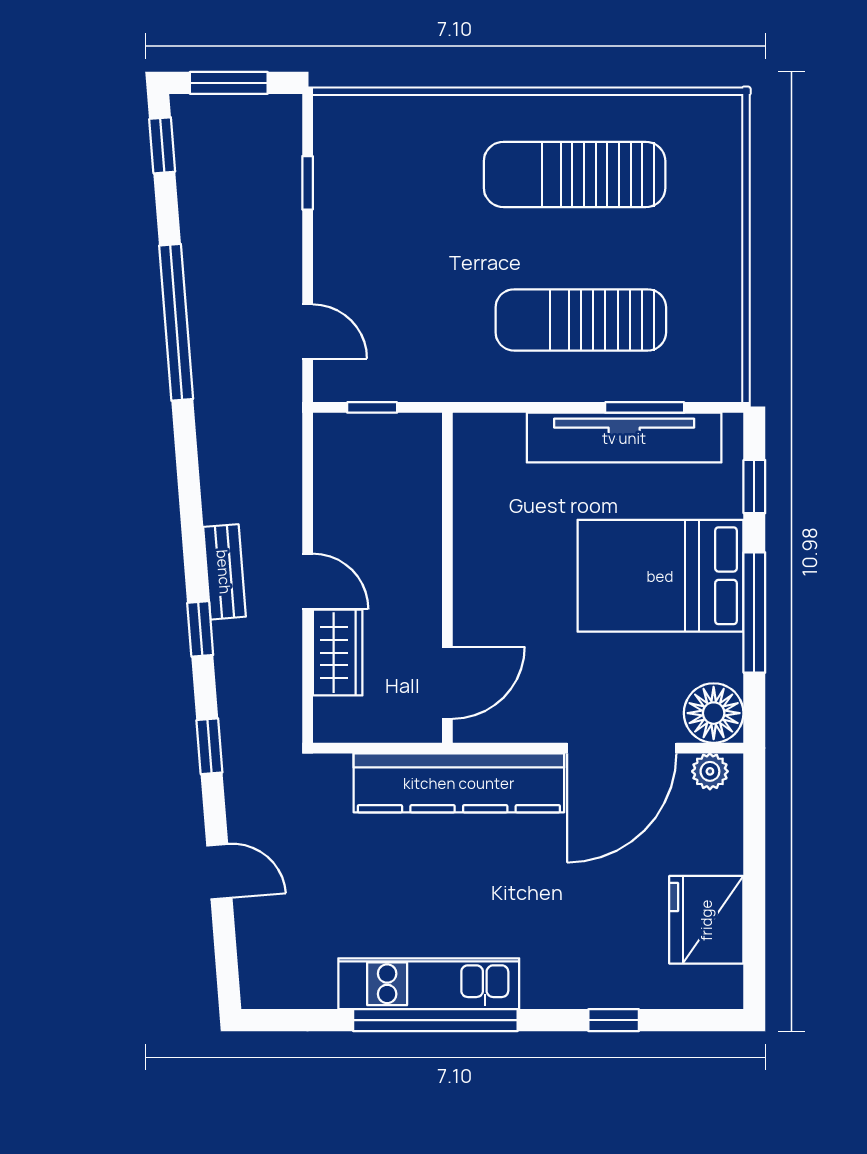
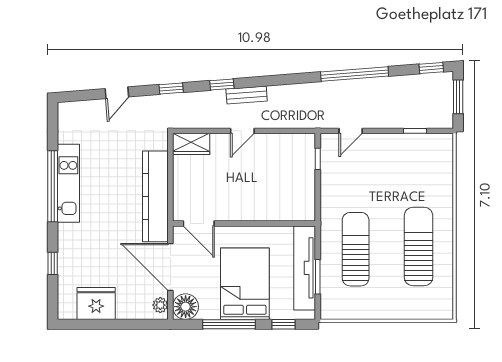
wall: (447, 578) -> (244, 224), moved
wardrobe: (338, 653) -> (191, 144), moved
door: (447, 683) -> (199, 224), moved

